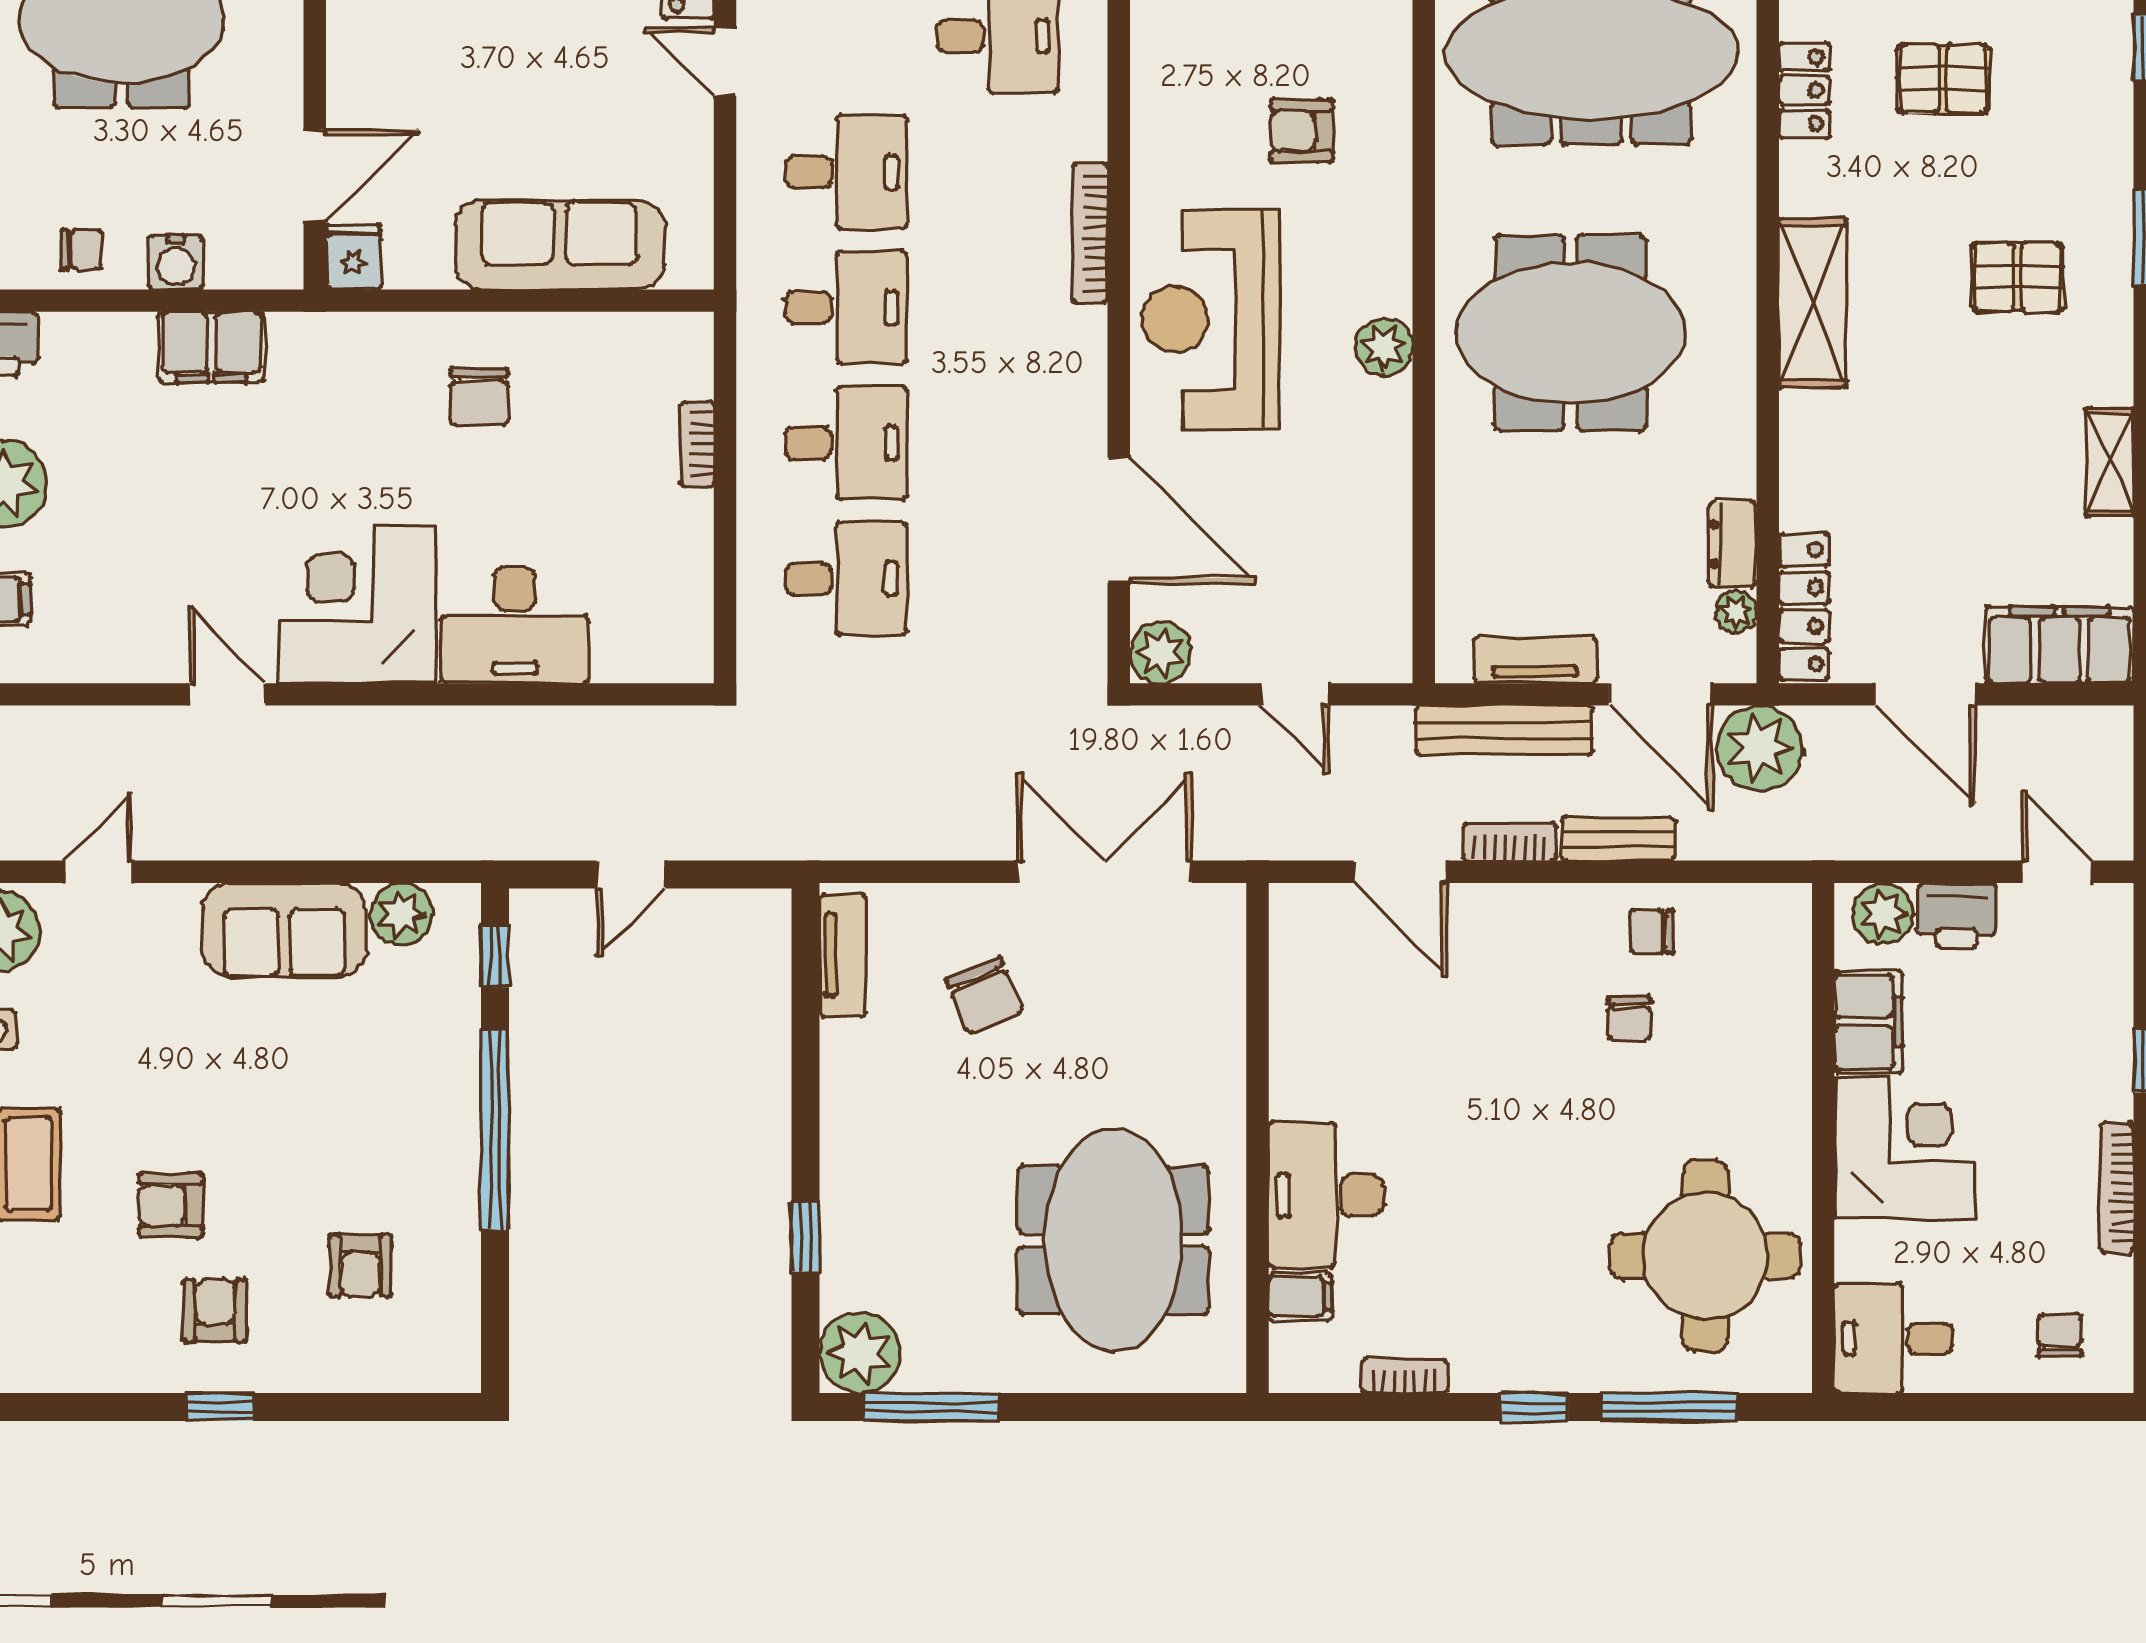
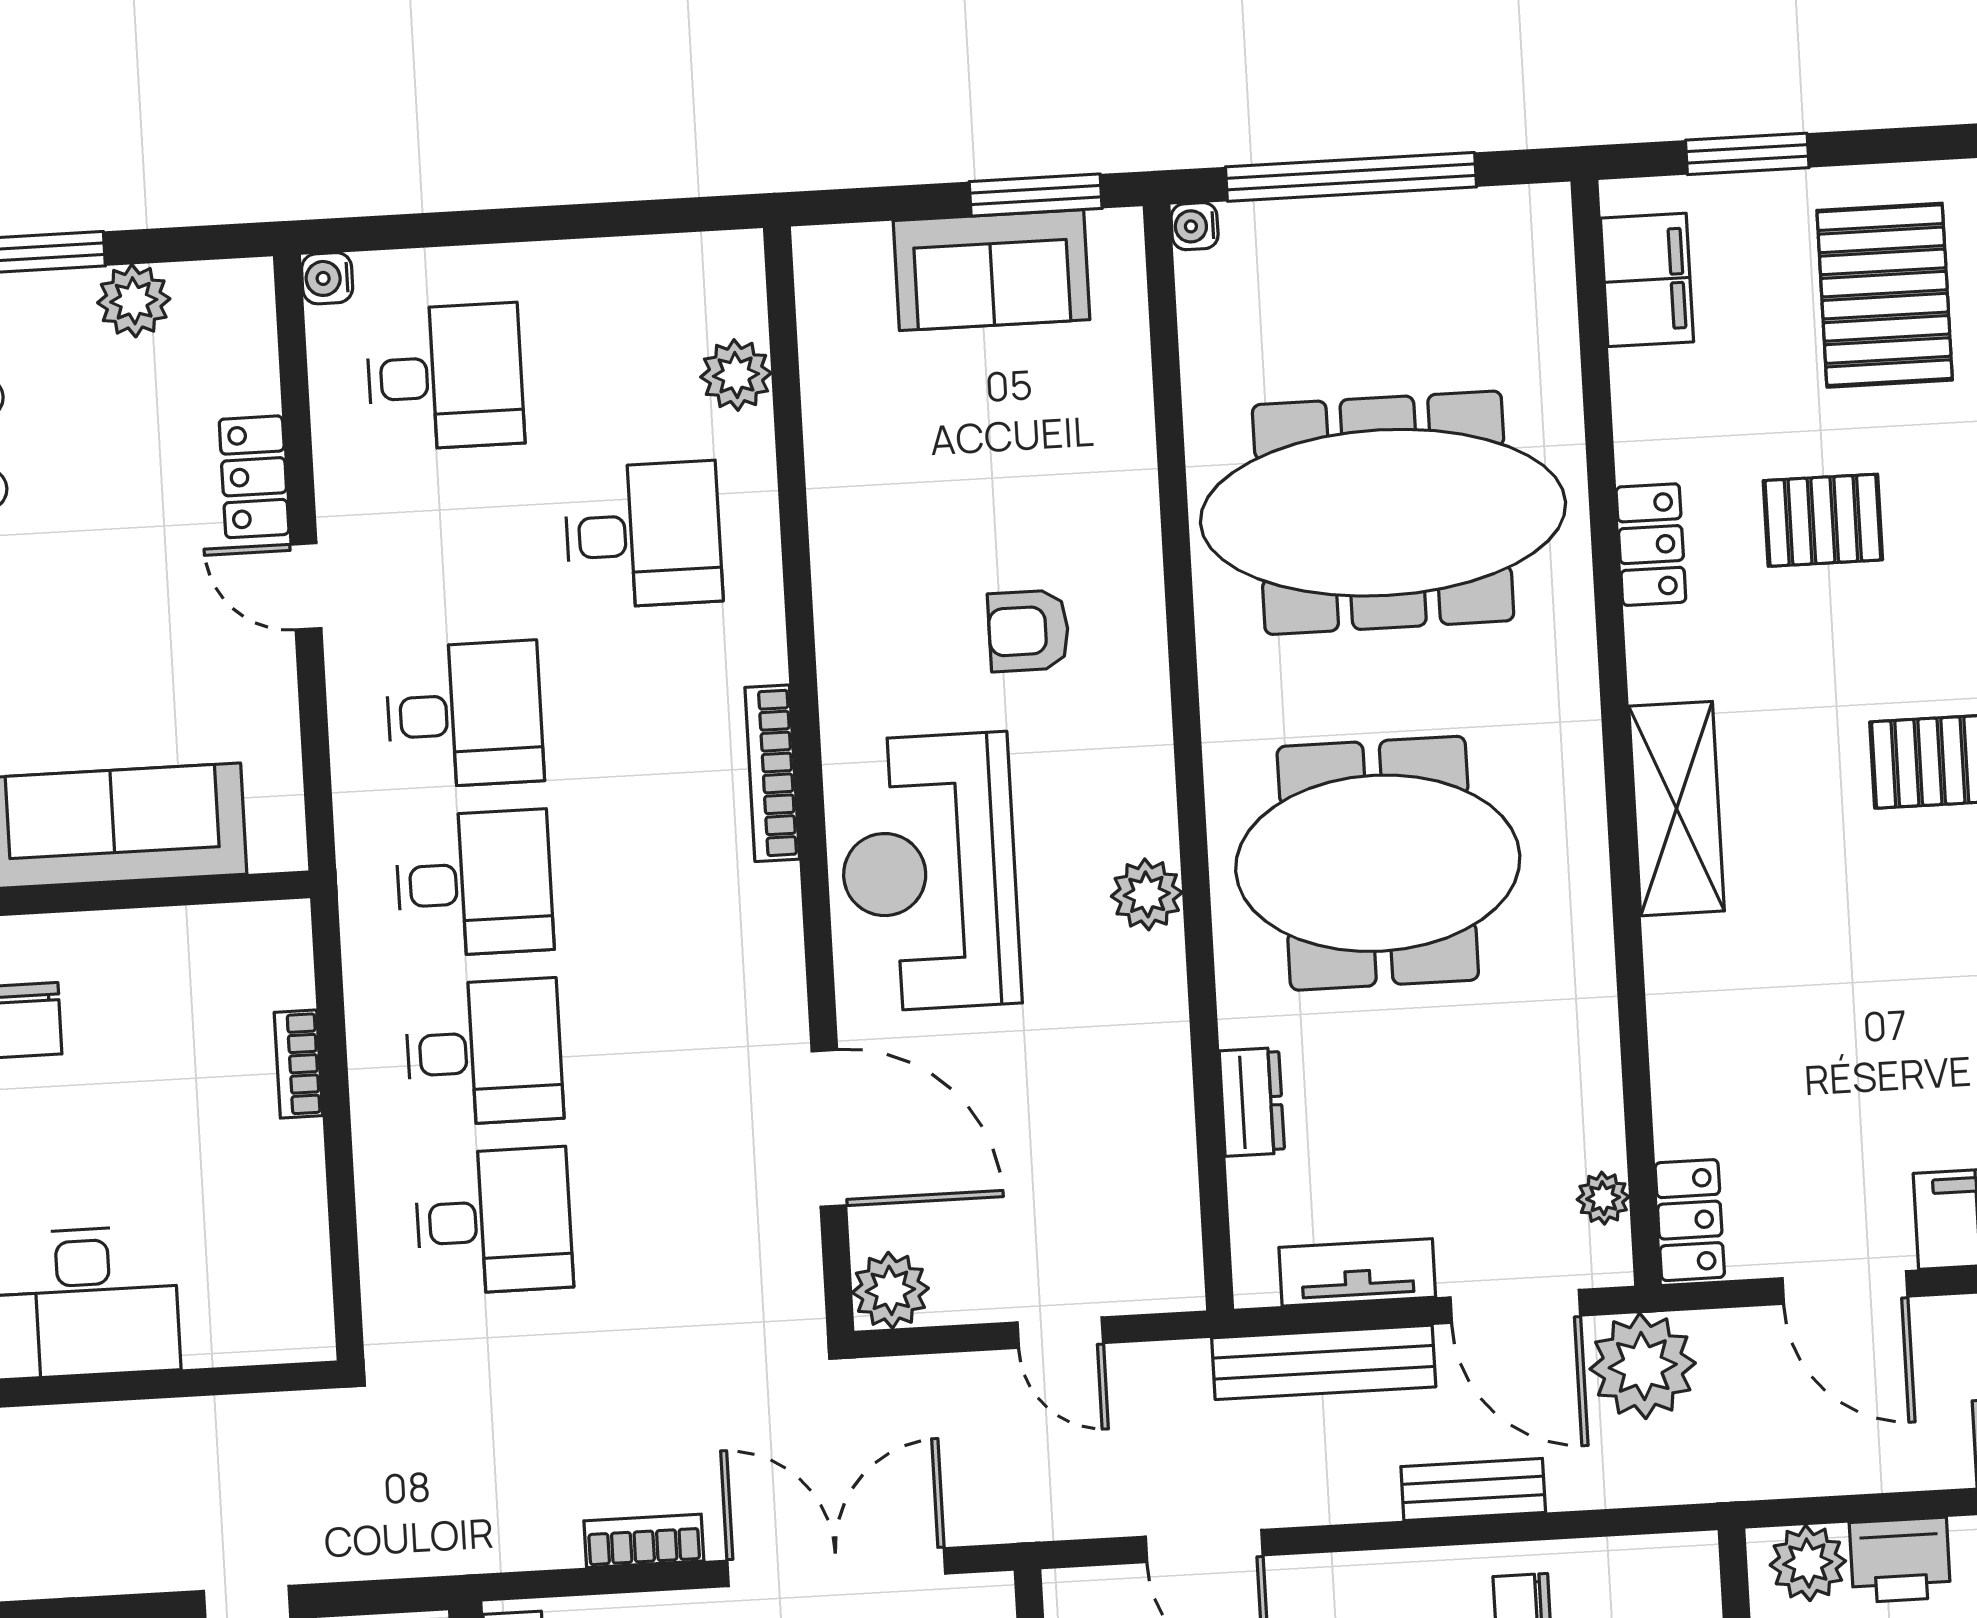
dresser: (1733, 544) -> (1252, 1102), moved, turned 180
locker: (1804, 607) -> (1690, 1220), width x0.66
bookcase: (1510, 842) -> (644, 1541), moved

